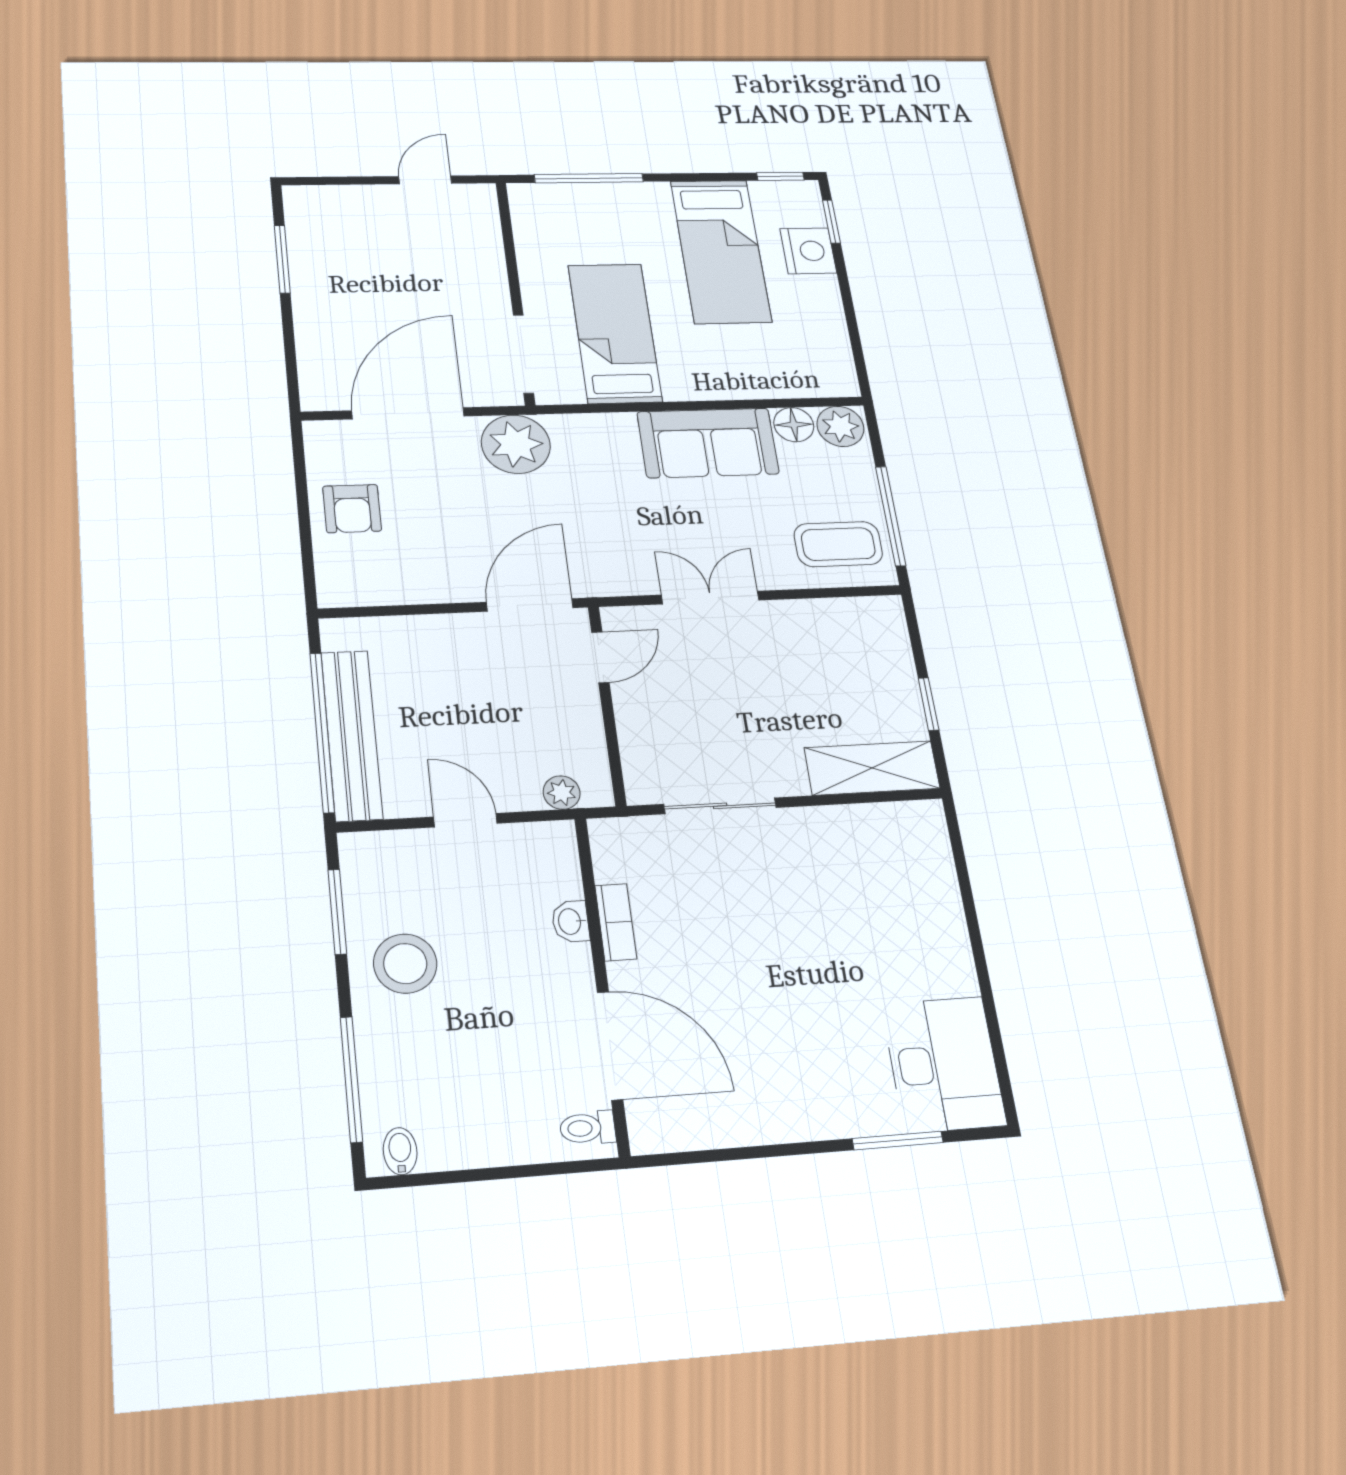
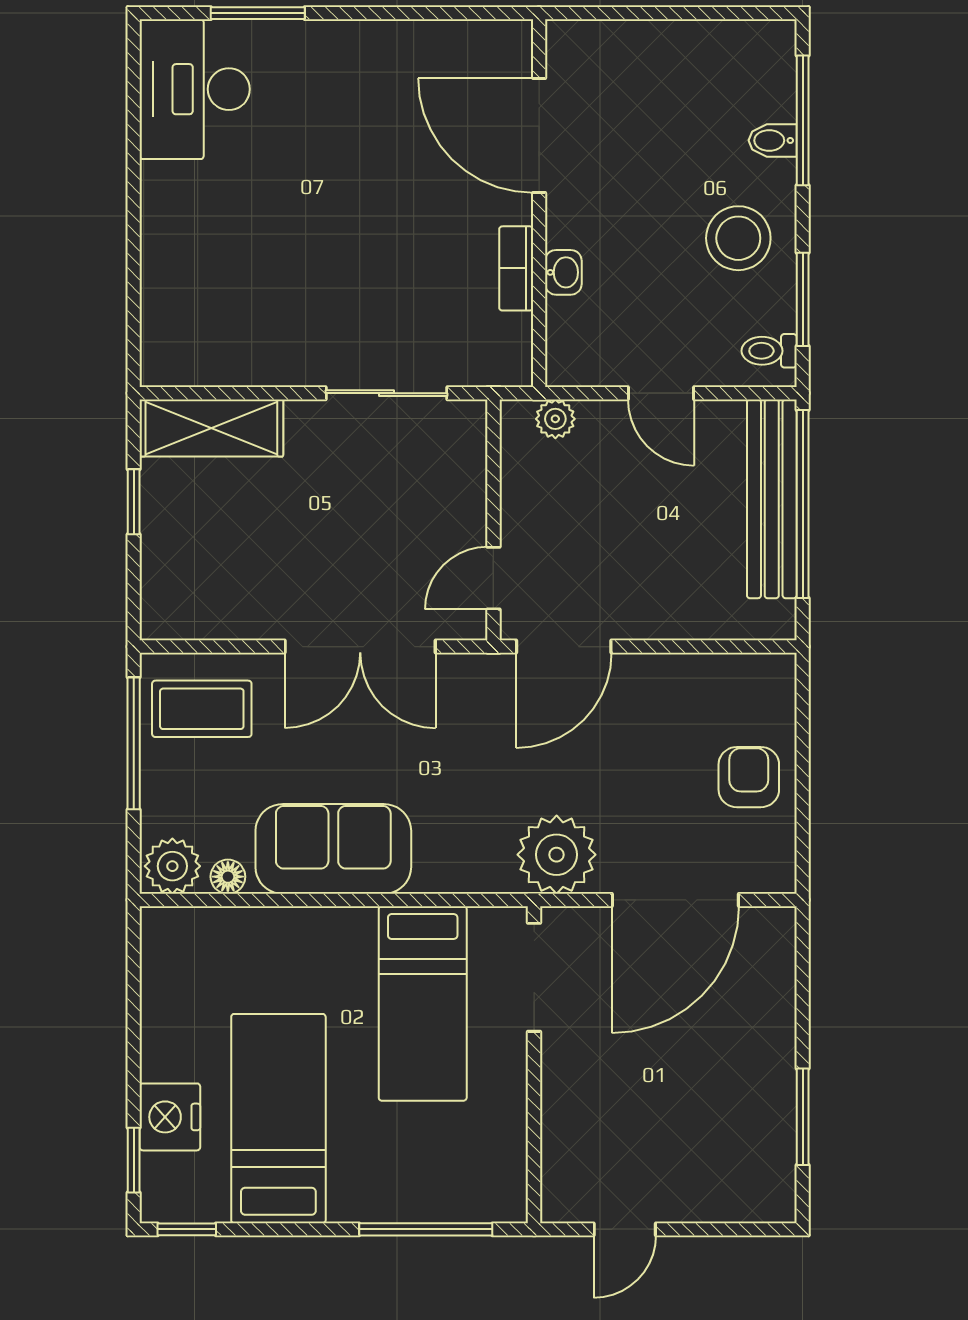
floor lamp: (794, 425) -> (228, 877), width x0.73, depth x0.73
double door: (710, 598) -> (360, 647), width x1.37
toilet: (588, 1128) -> (769, 351), moved, turned 180
bidet: (400, 1151) -> (773, 140), moved, turned 90

